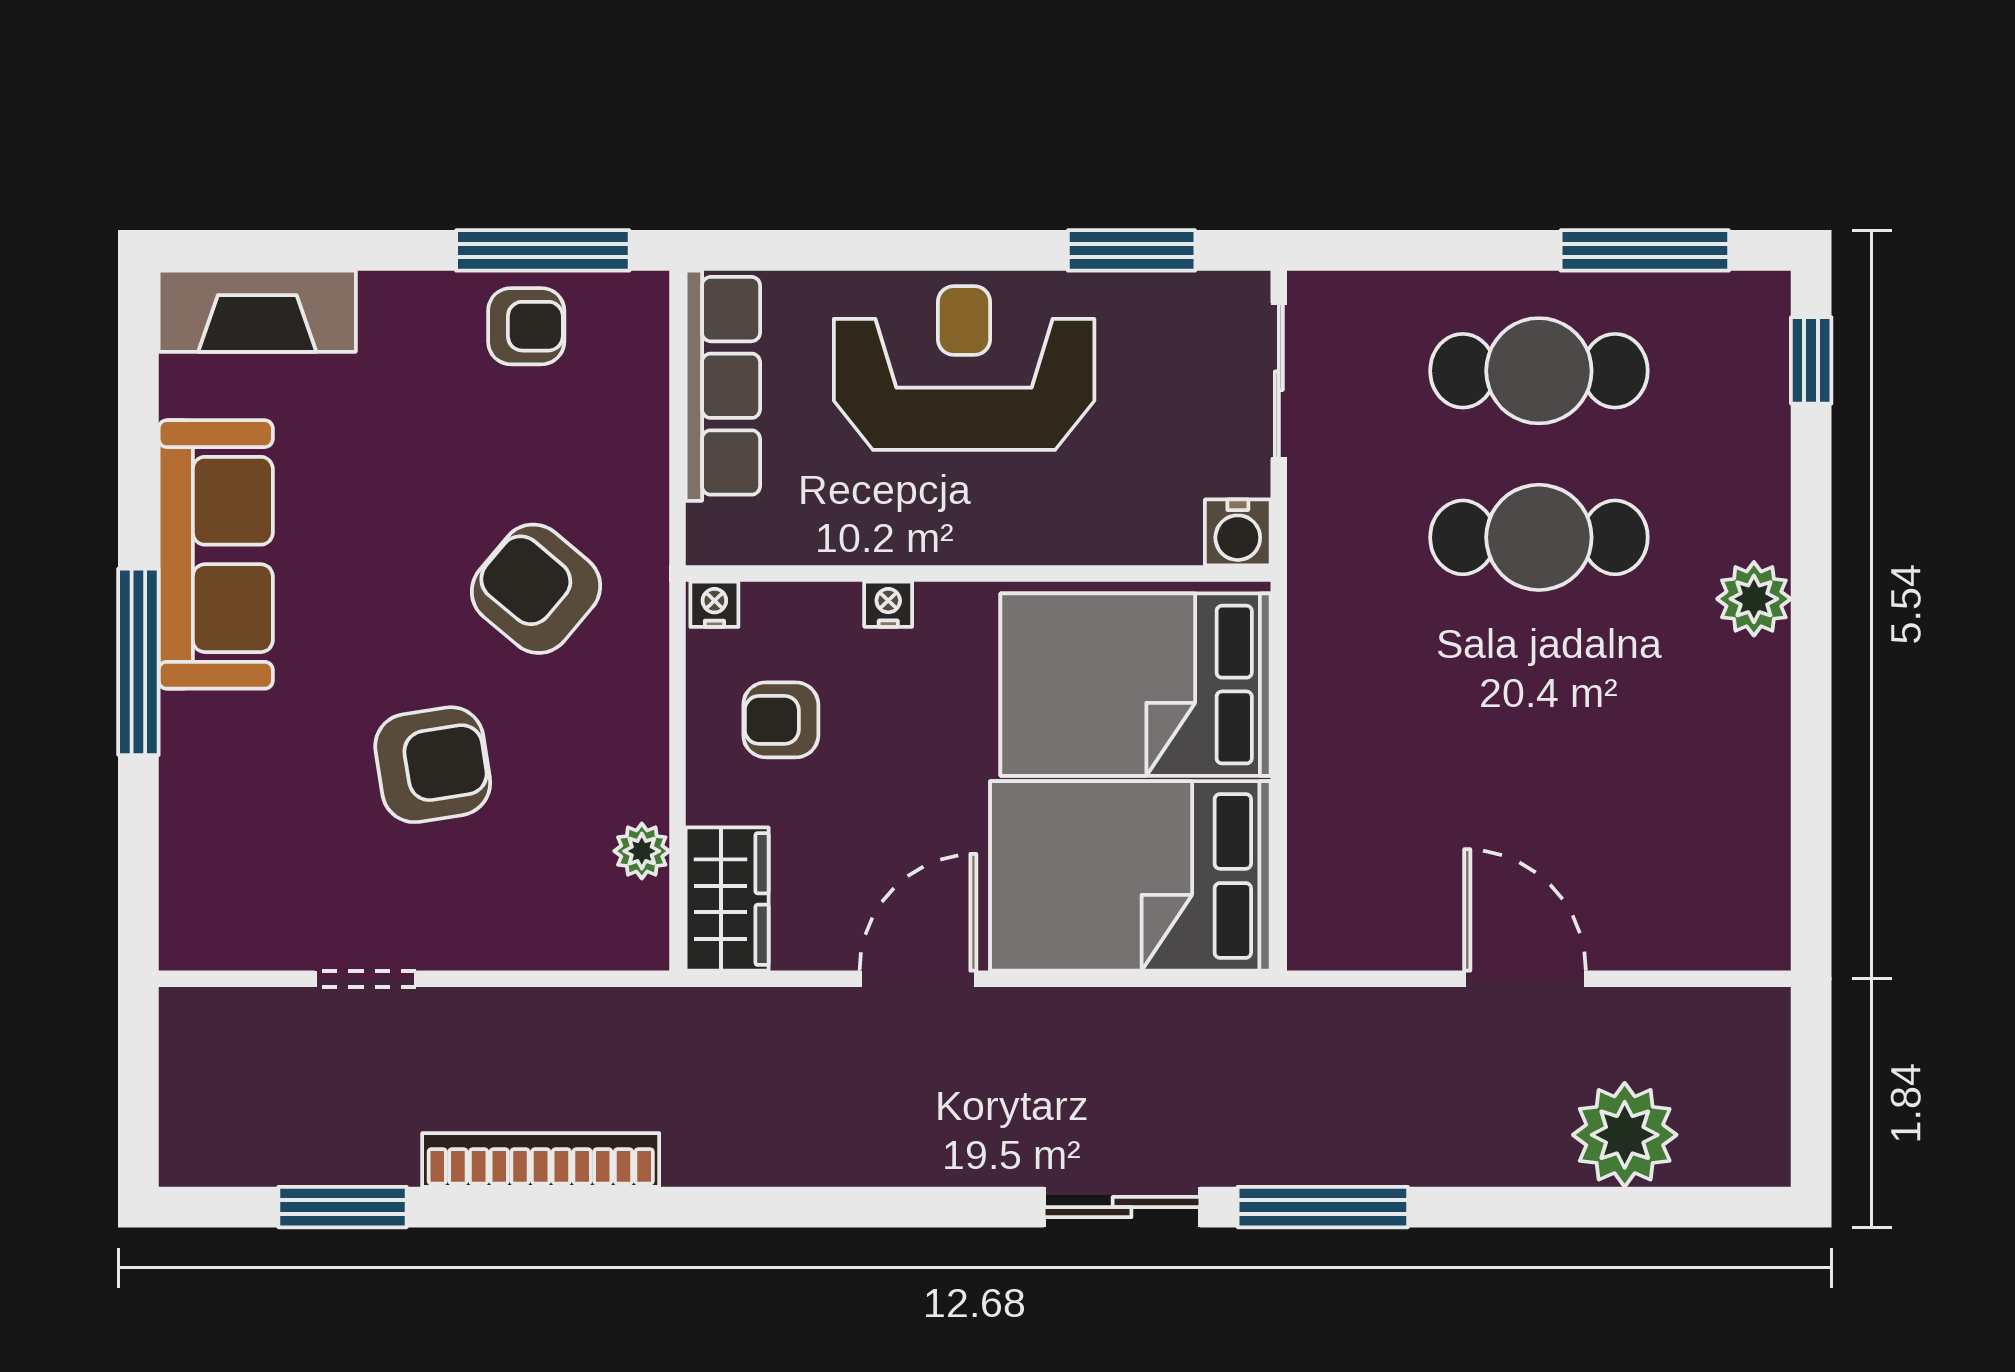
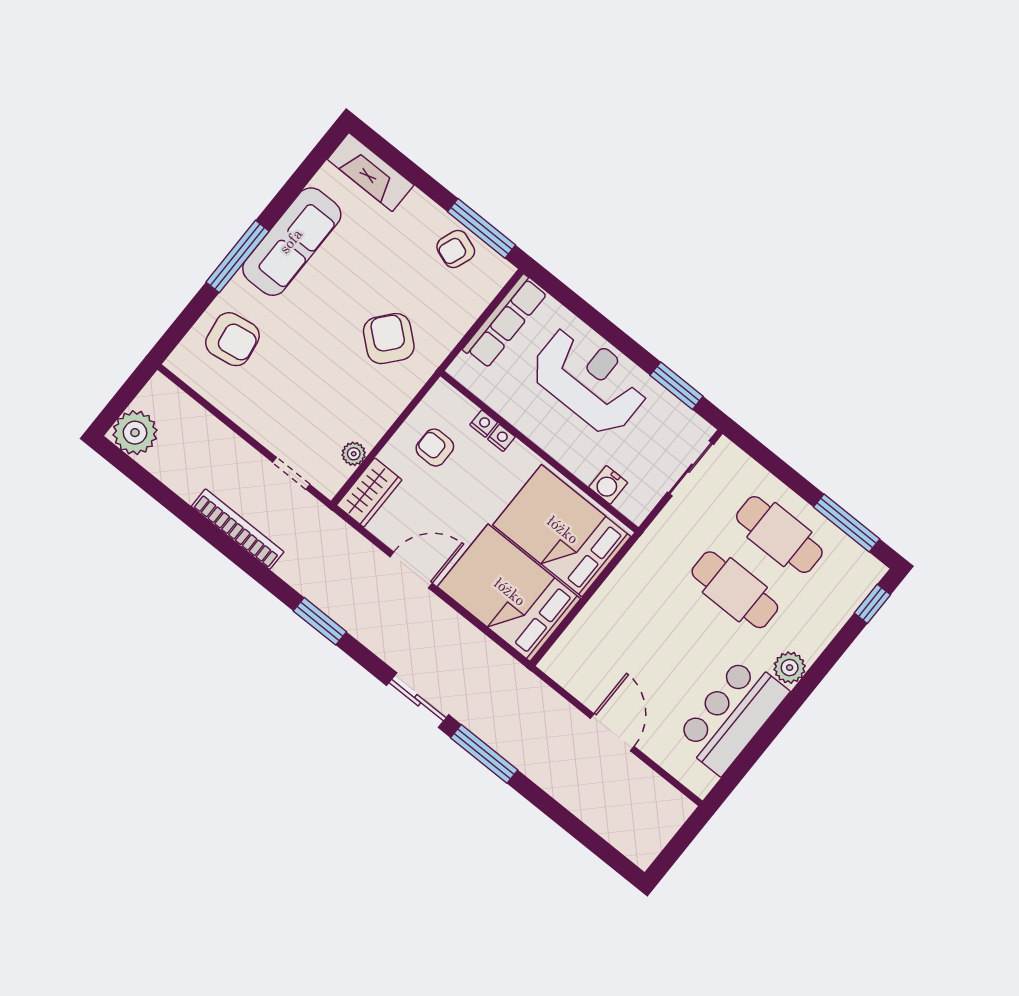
armchair: (526, 326) -> (456, 249), turned 110
water cooler: (1238, 532) -> (608, 485), moved
nightstand: (714, 604) -> (484, 424), moved
armchair: (433, 765) -> (232, 339), moved
bar counter: (1719, 771) -> (732, 715), added
doorway: (366, 979) -> (291, 473), moved
plant: (1625, 1135) -> (135, 433), moved
window: (343, 1207) -> (320, 621), moved

